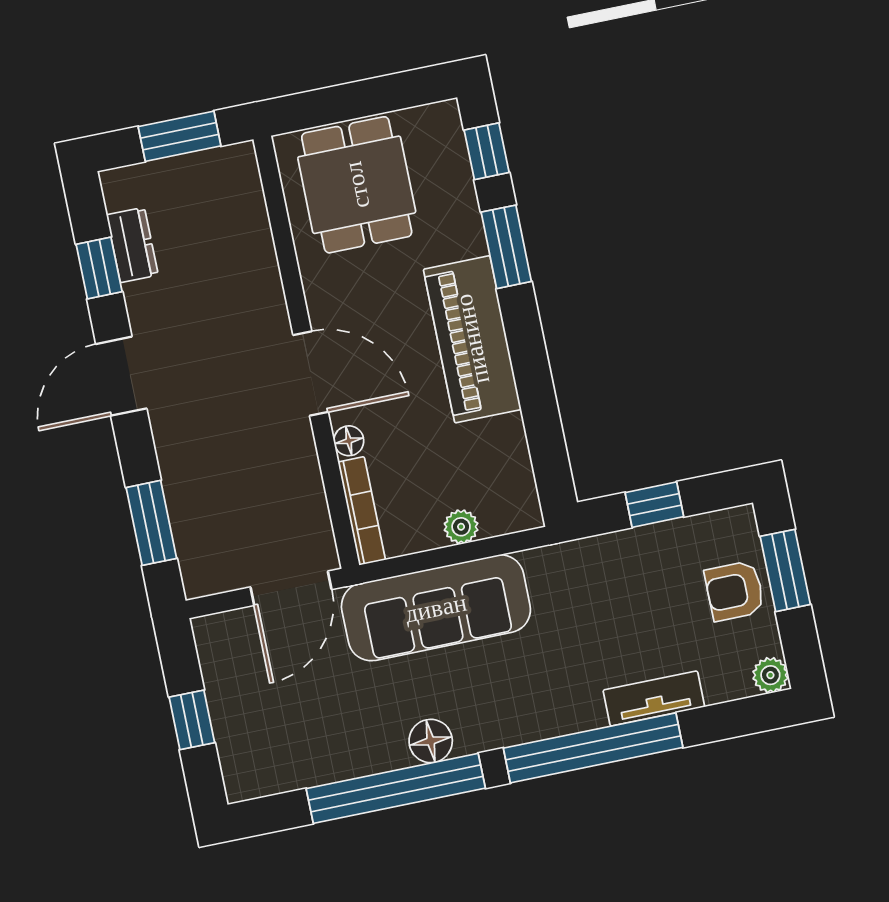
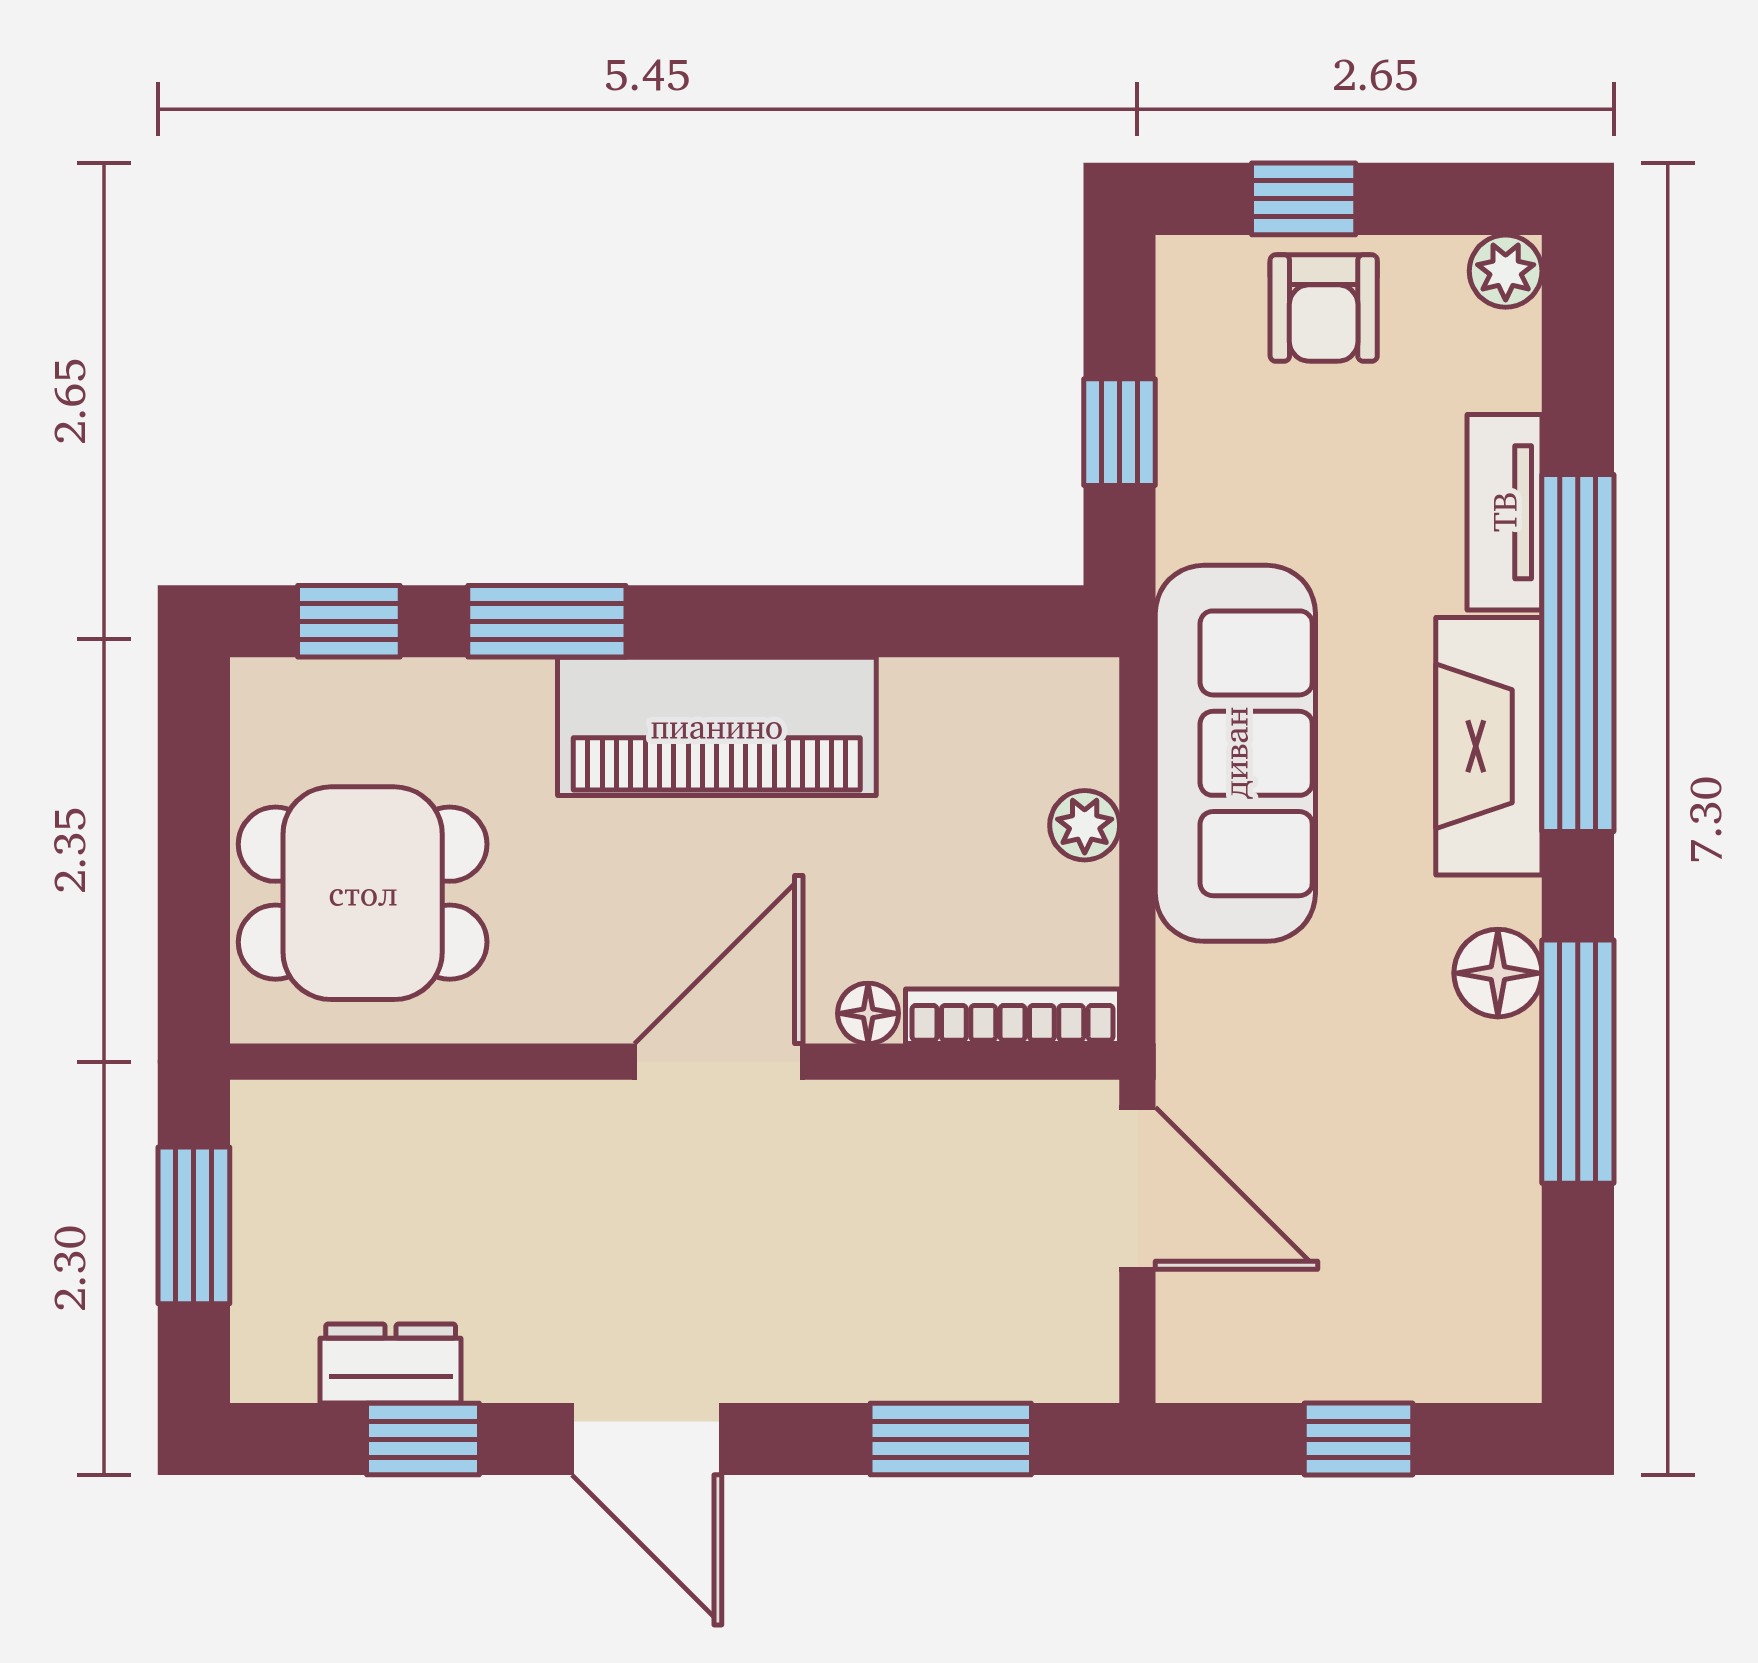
window: (785, 570) -> (1304, 199), width x0.67
sofa: (436, 608) -> (1235, 753), moved
fireplace: (539, 714) -> (1489, 746), added
window: (396, 788) -> (1578, 1062), width x0.68

